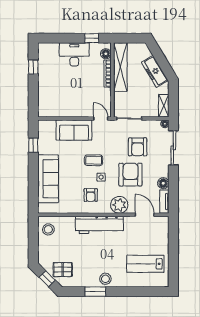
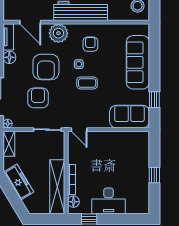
window: (33, 67) -> (154, 175), moved
sofa: (74, 130) -> (129, 117), moved

